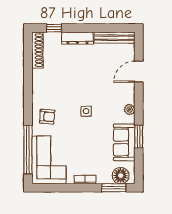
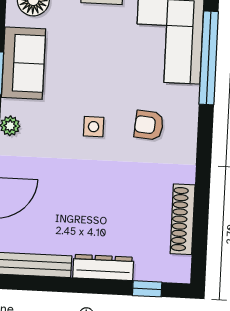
shoe rack: (37, 50) -> (183, 219), moved
armchair: (47, 117) -> (149, 125), moved

